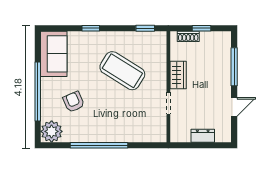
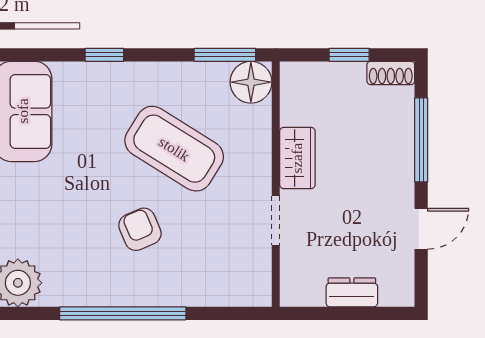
window: (145, 28) -> (225, 55), width x1.50
shoe rack: (188, 36) -> (391, 73), moved
floor lamp: (157, 41) -> (251, 82), added
armchair: (74, 102) -> (140, 229), moved

